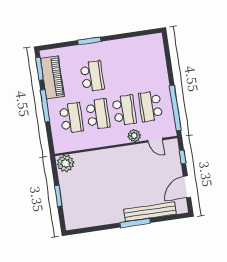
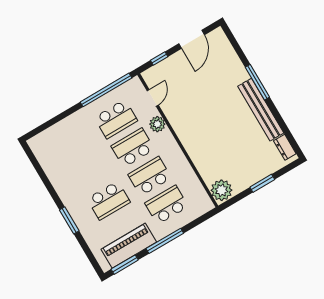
school desk: (92, 76) -> (109, 201), turned 180
door: (187, 187) -> (192, 39), hinge flipped
bench: (150, 212) -> (261, 110), moved
dresser: (78, 224) -> (285, 147), added

